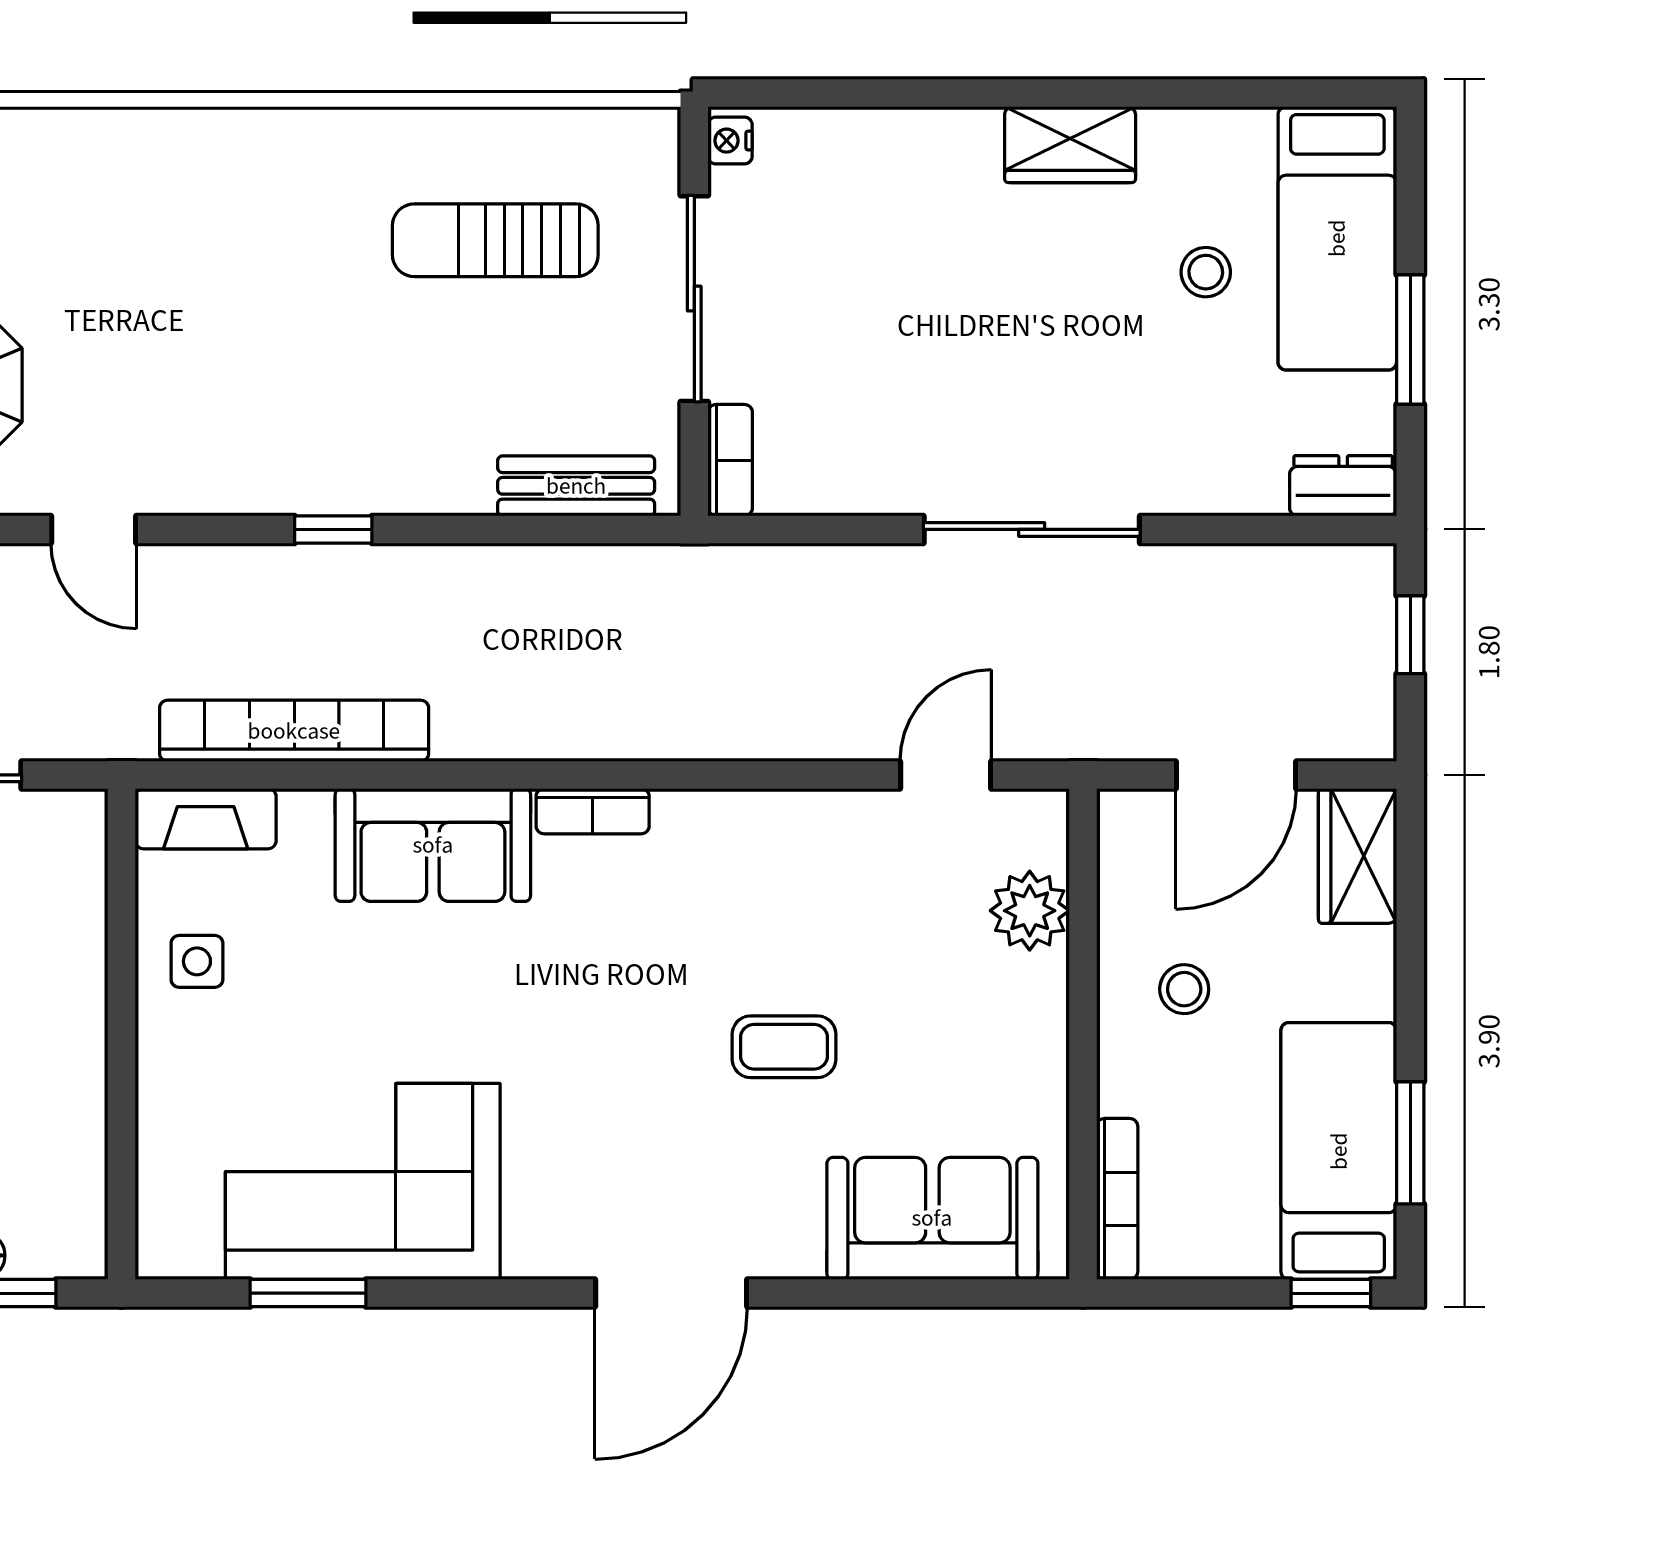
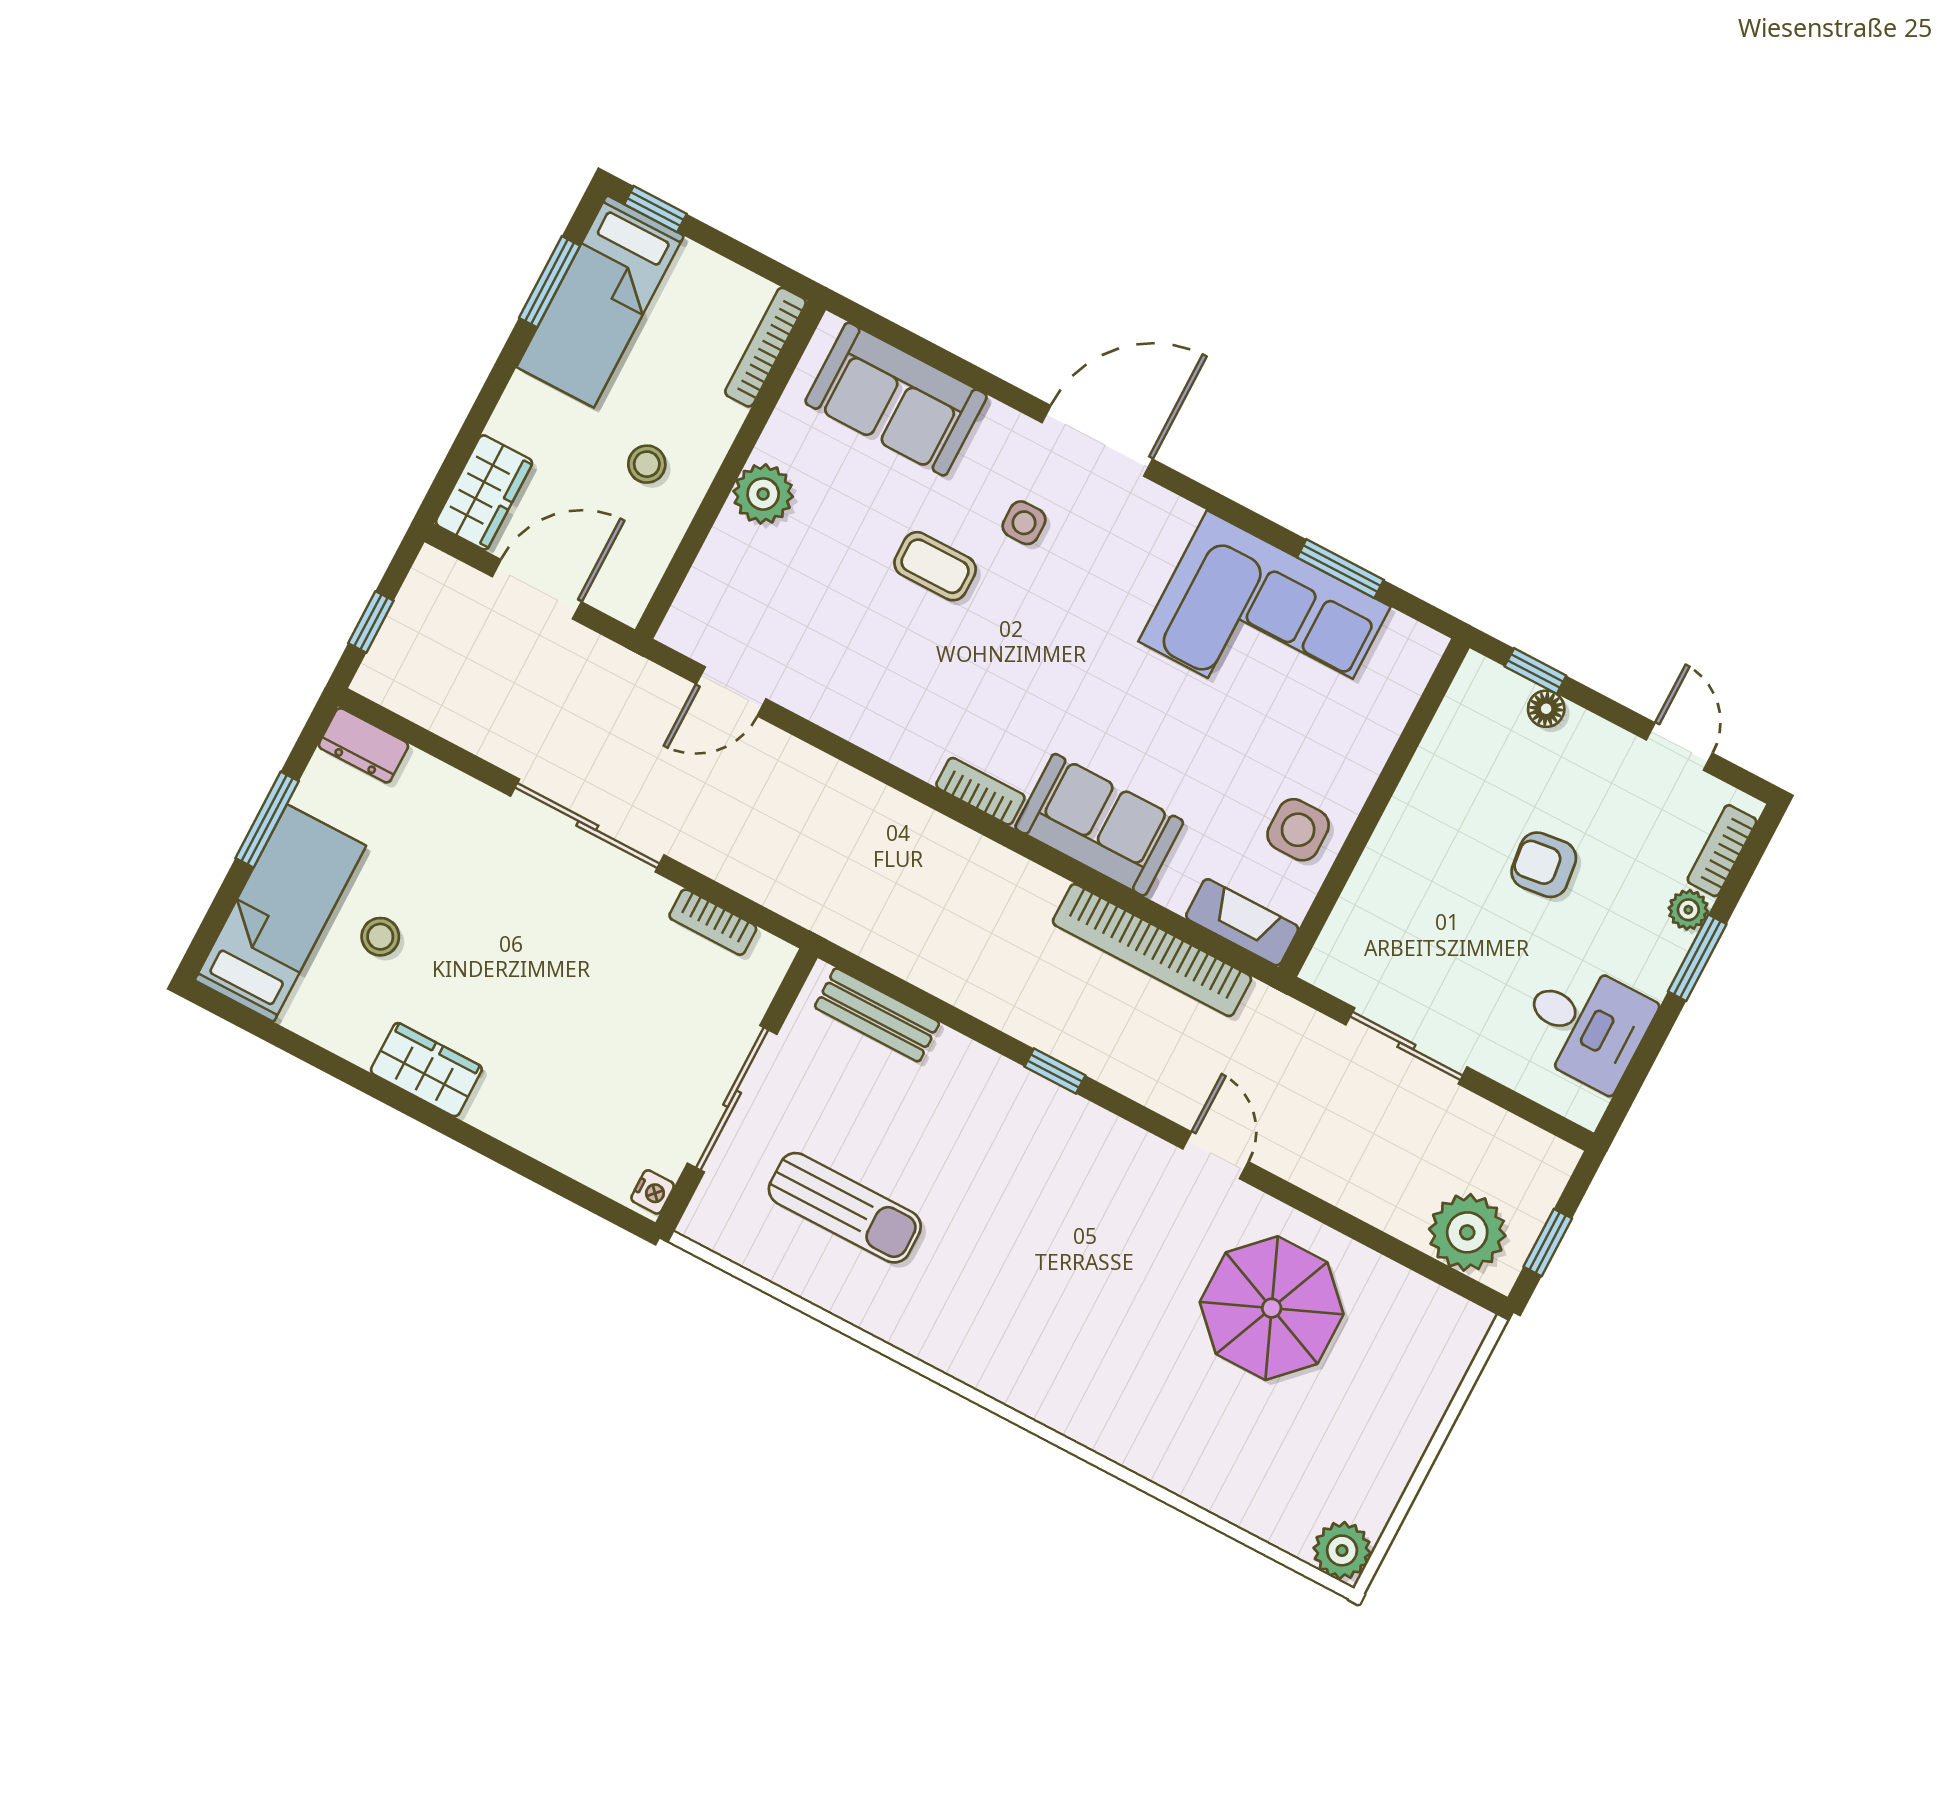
bookcase: (730, 460) -> (713, 922), moved, turned -90
plant: (1030, 911) -> (763, 494), moved
side table: (197, 961) -> (1298, 830), width x1.37, depth x1.37
side table: (707, 1152) -> (1024, 523), added

